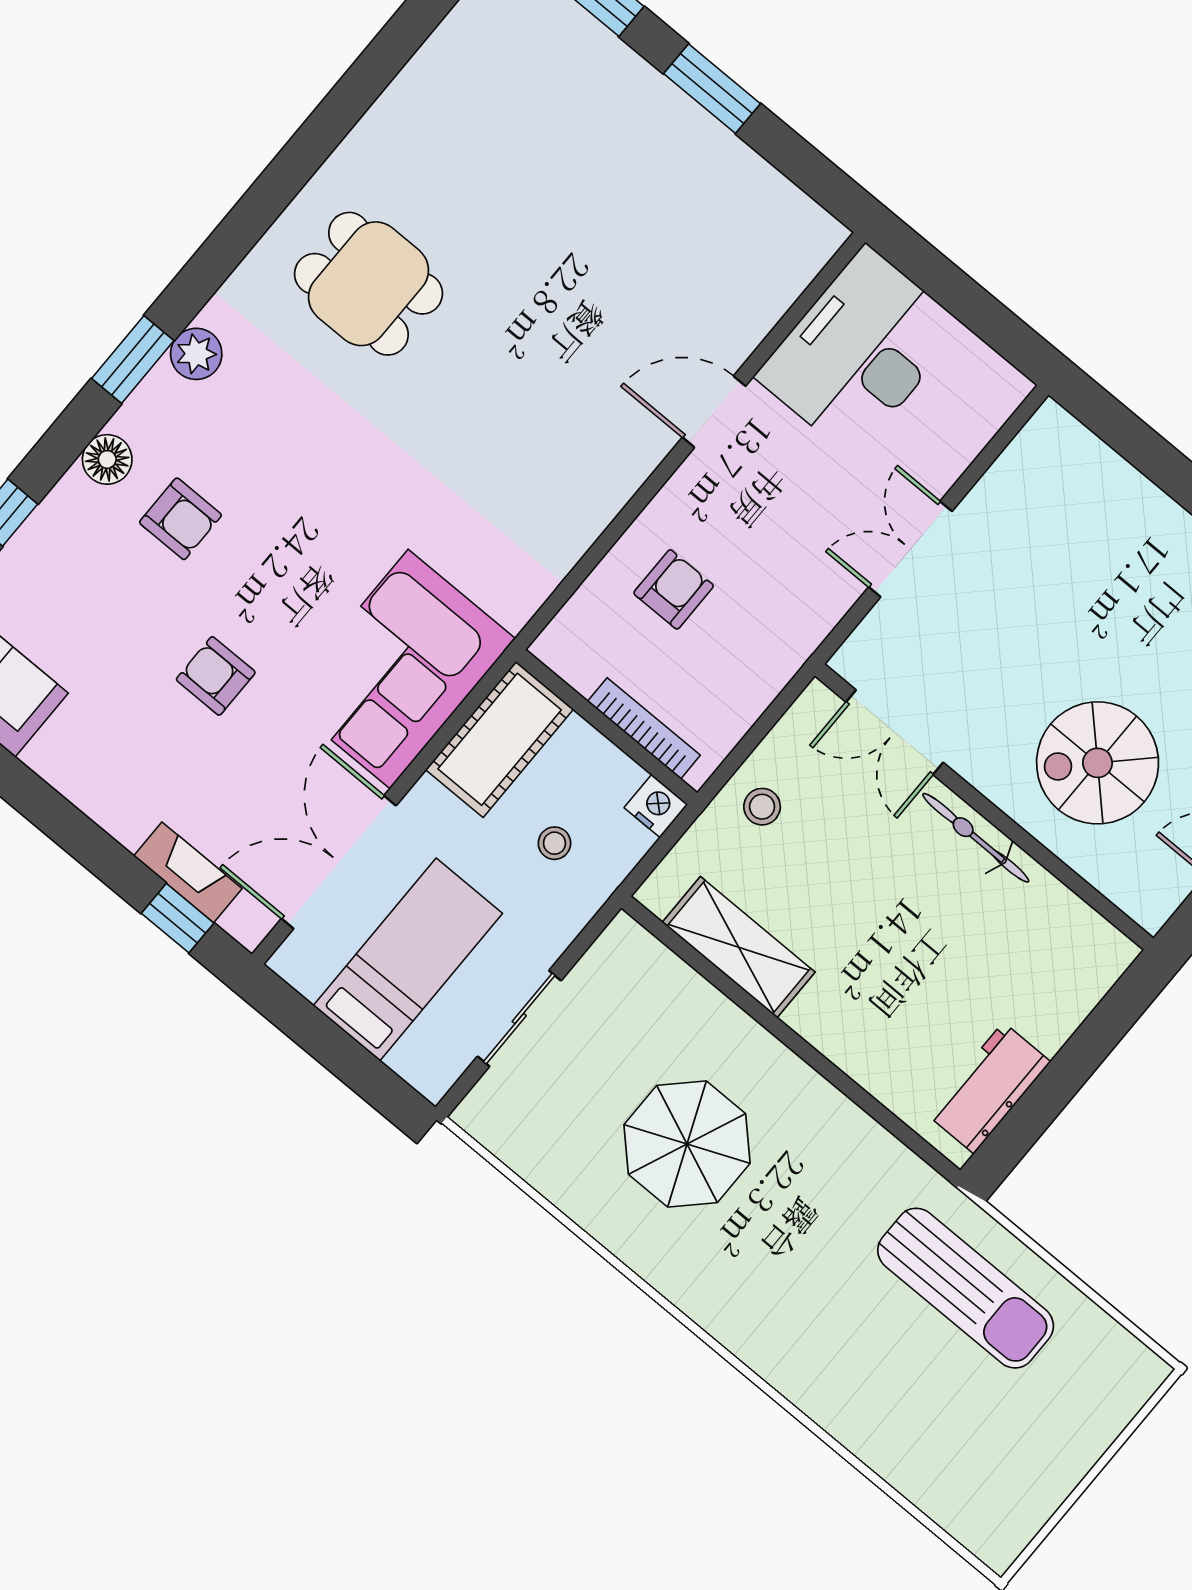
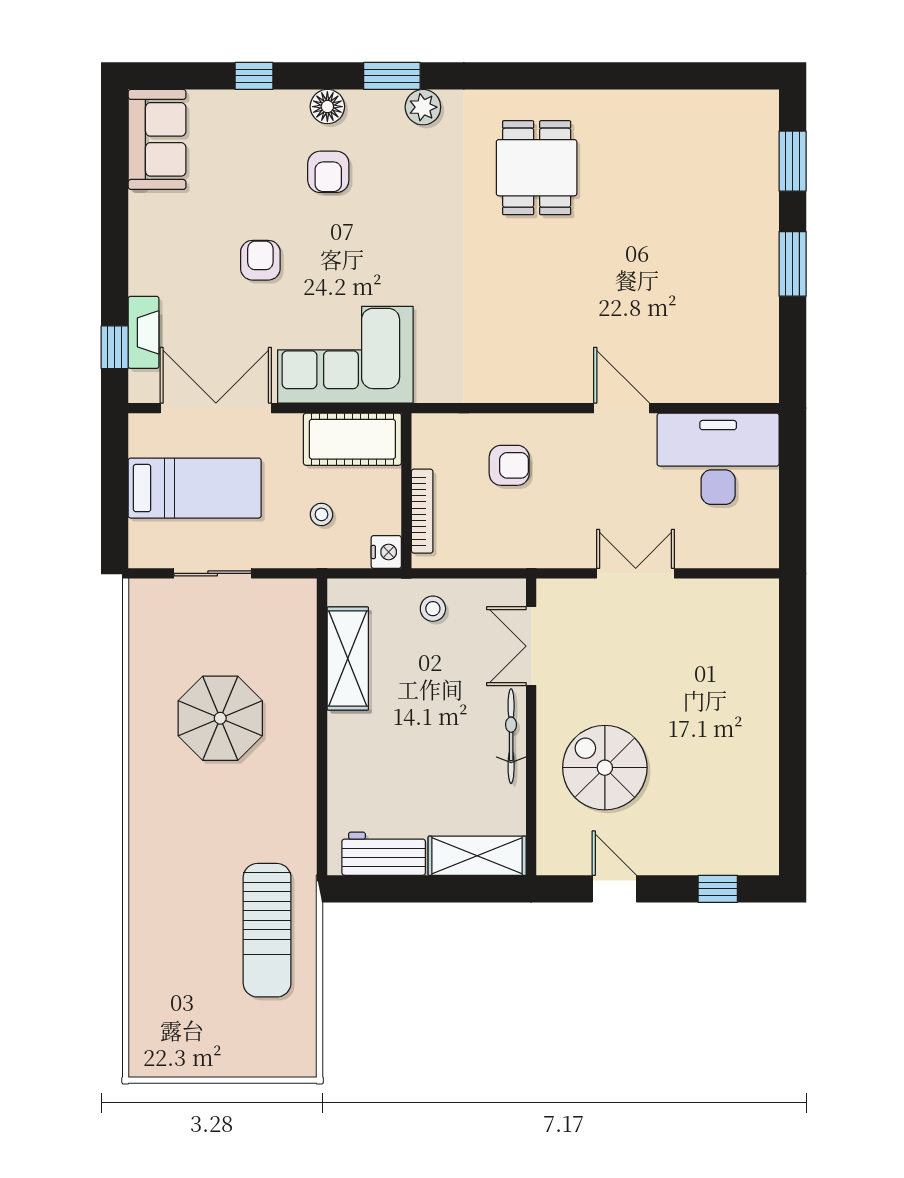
shelving: (1077, 986) -> (477, 856), added

